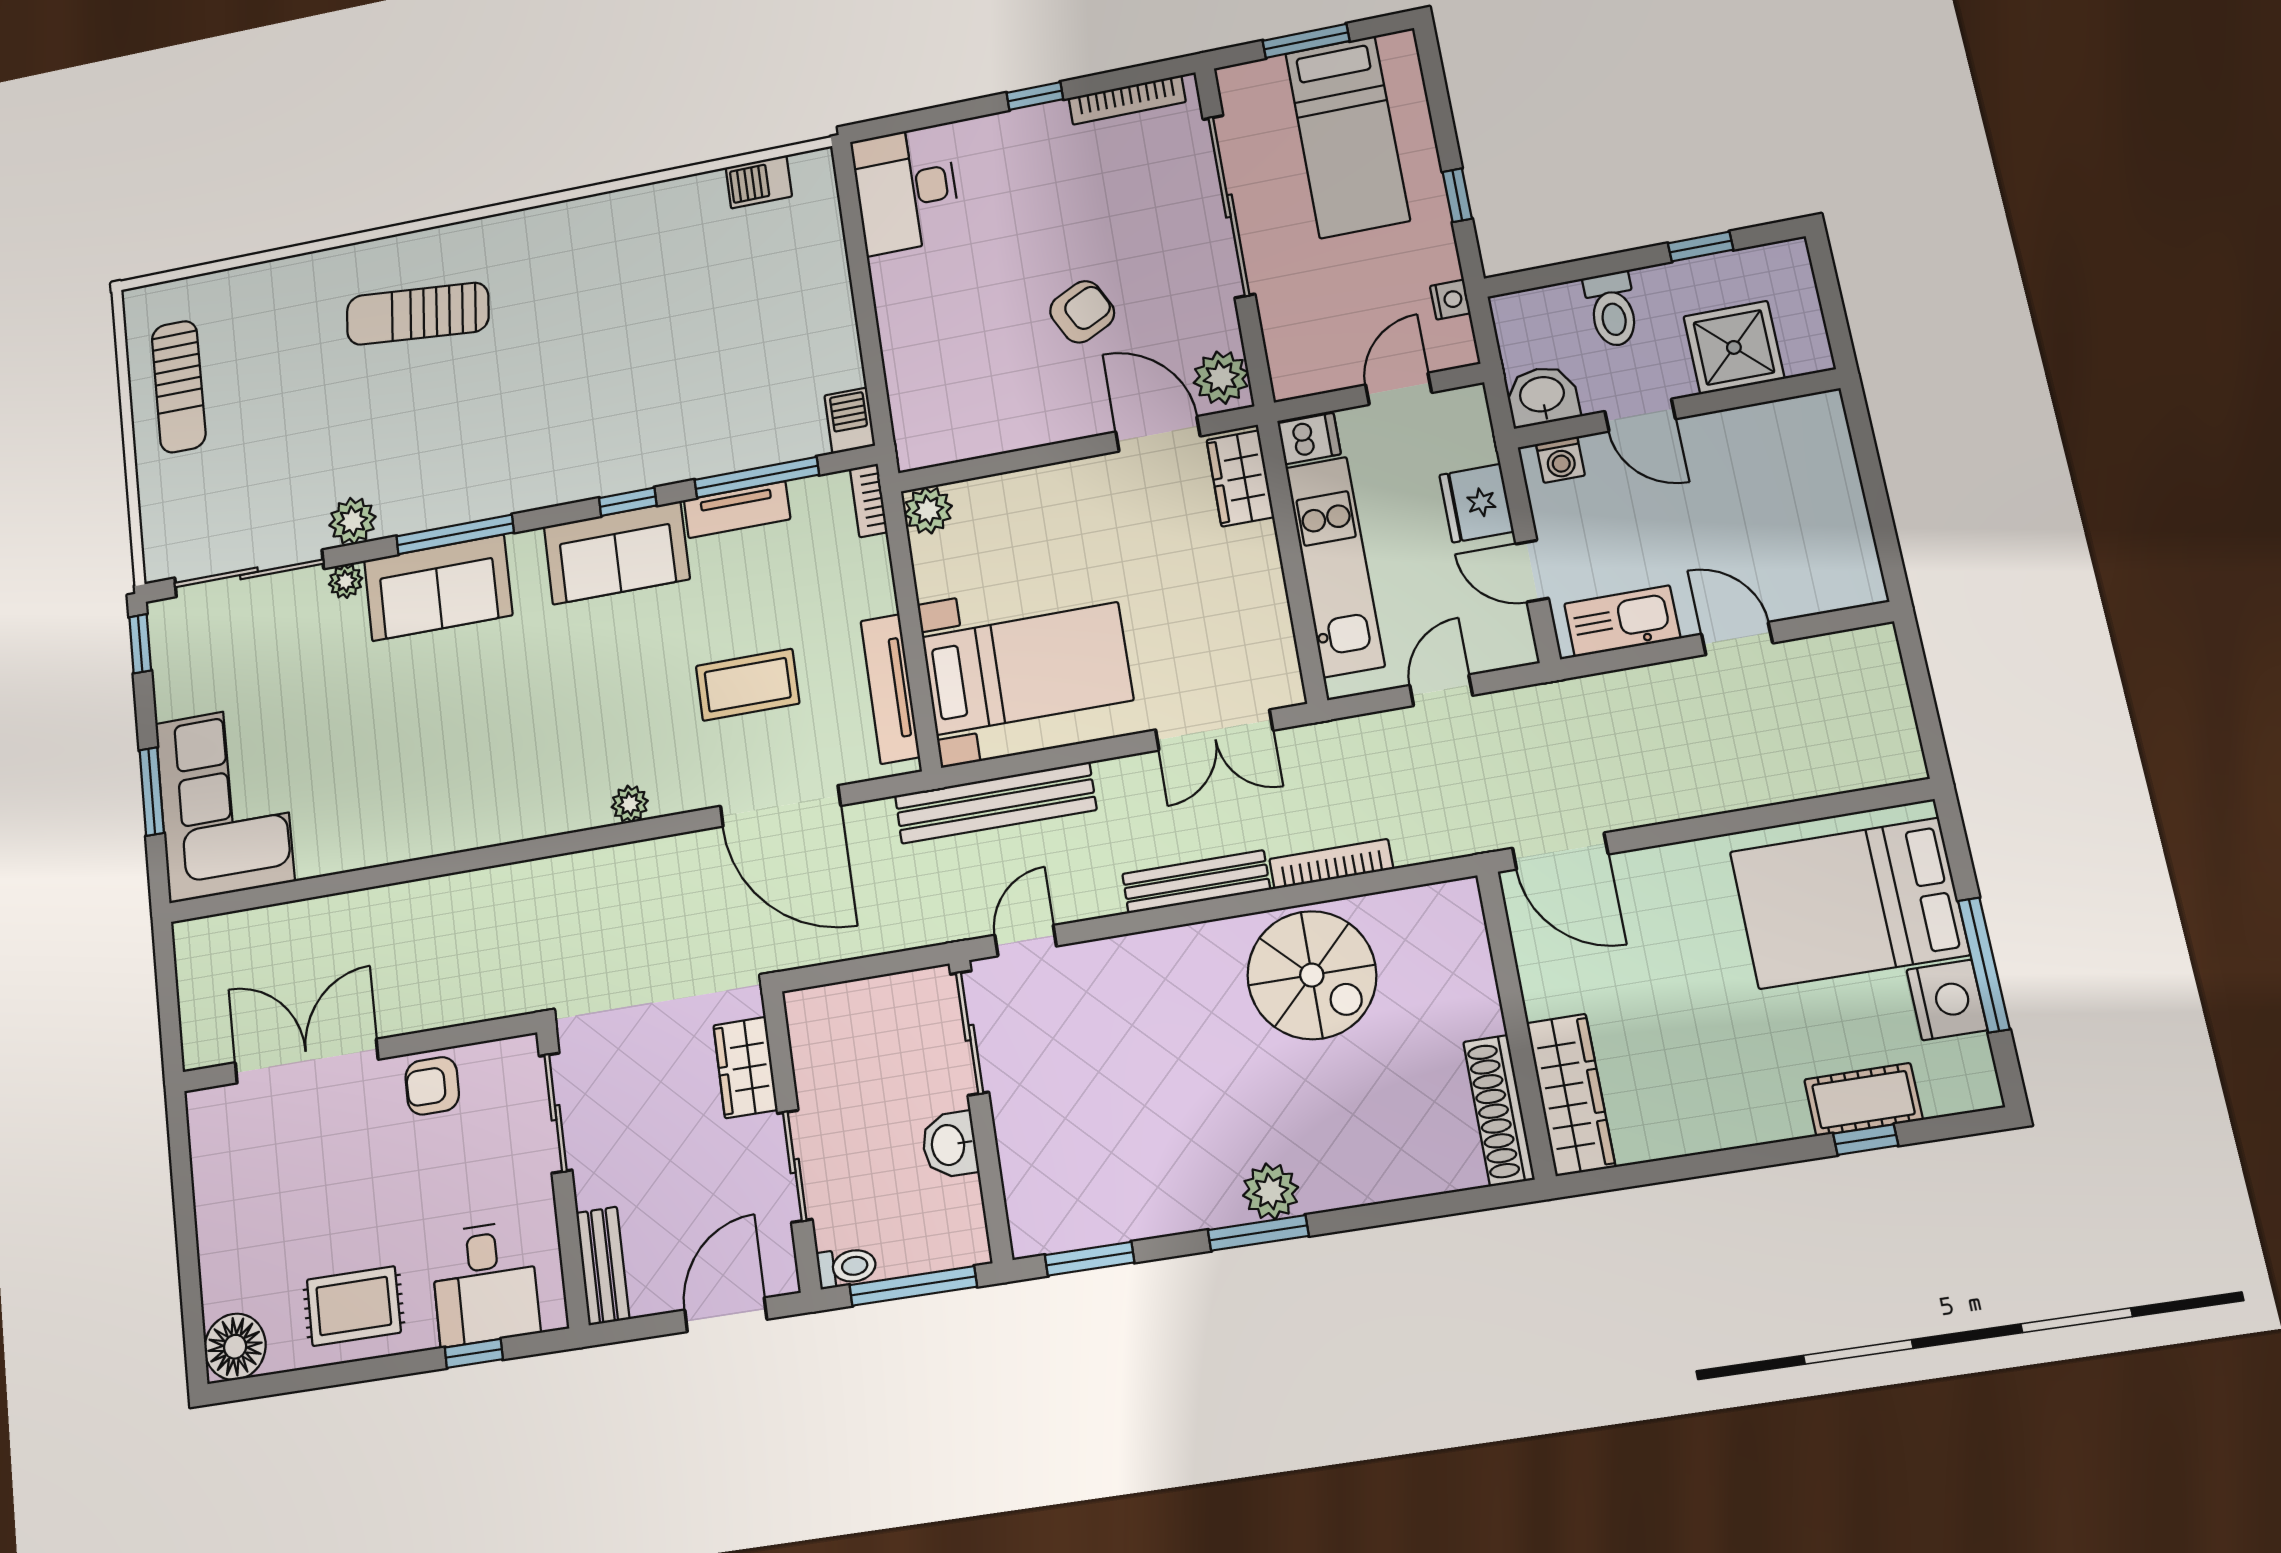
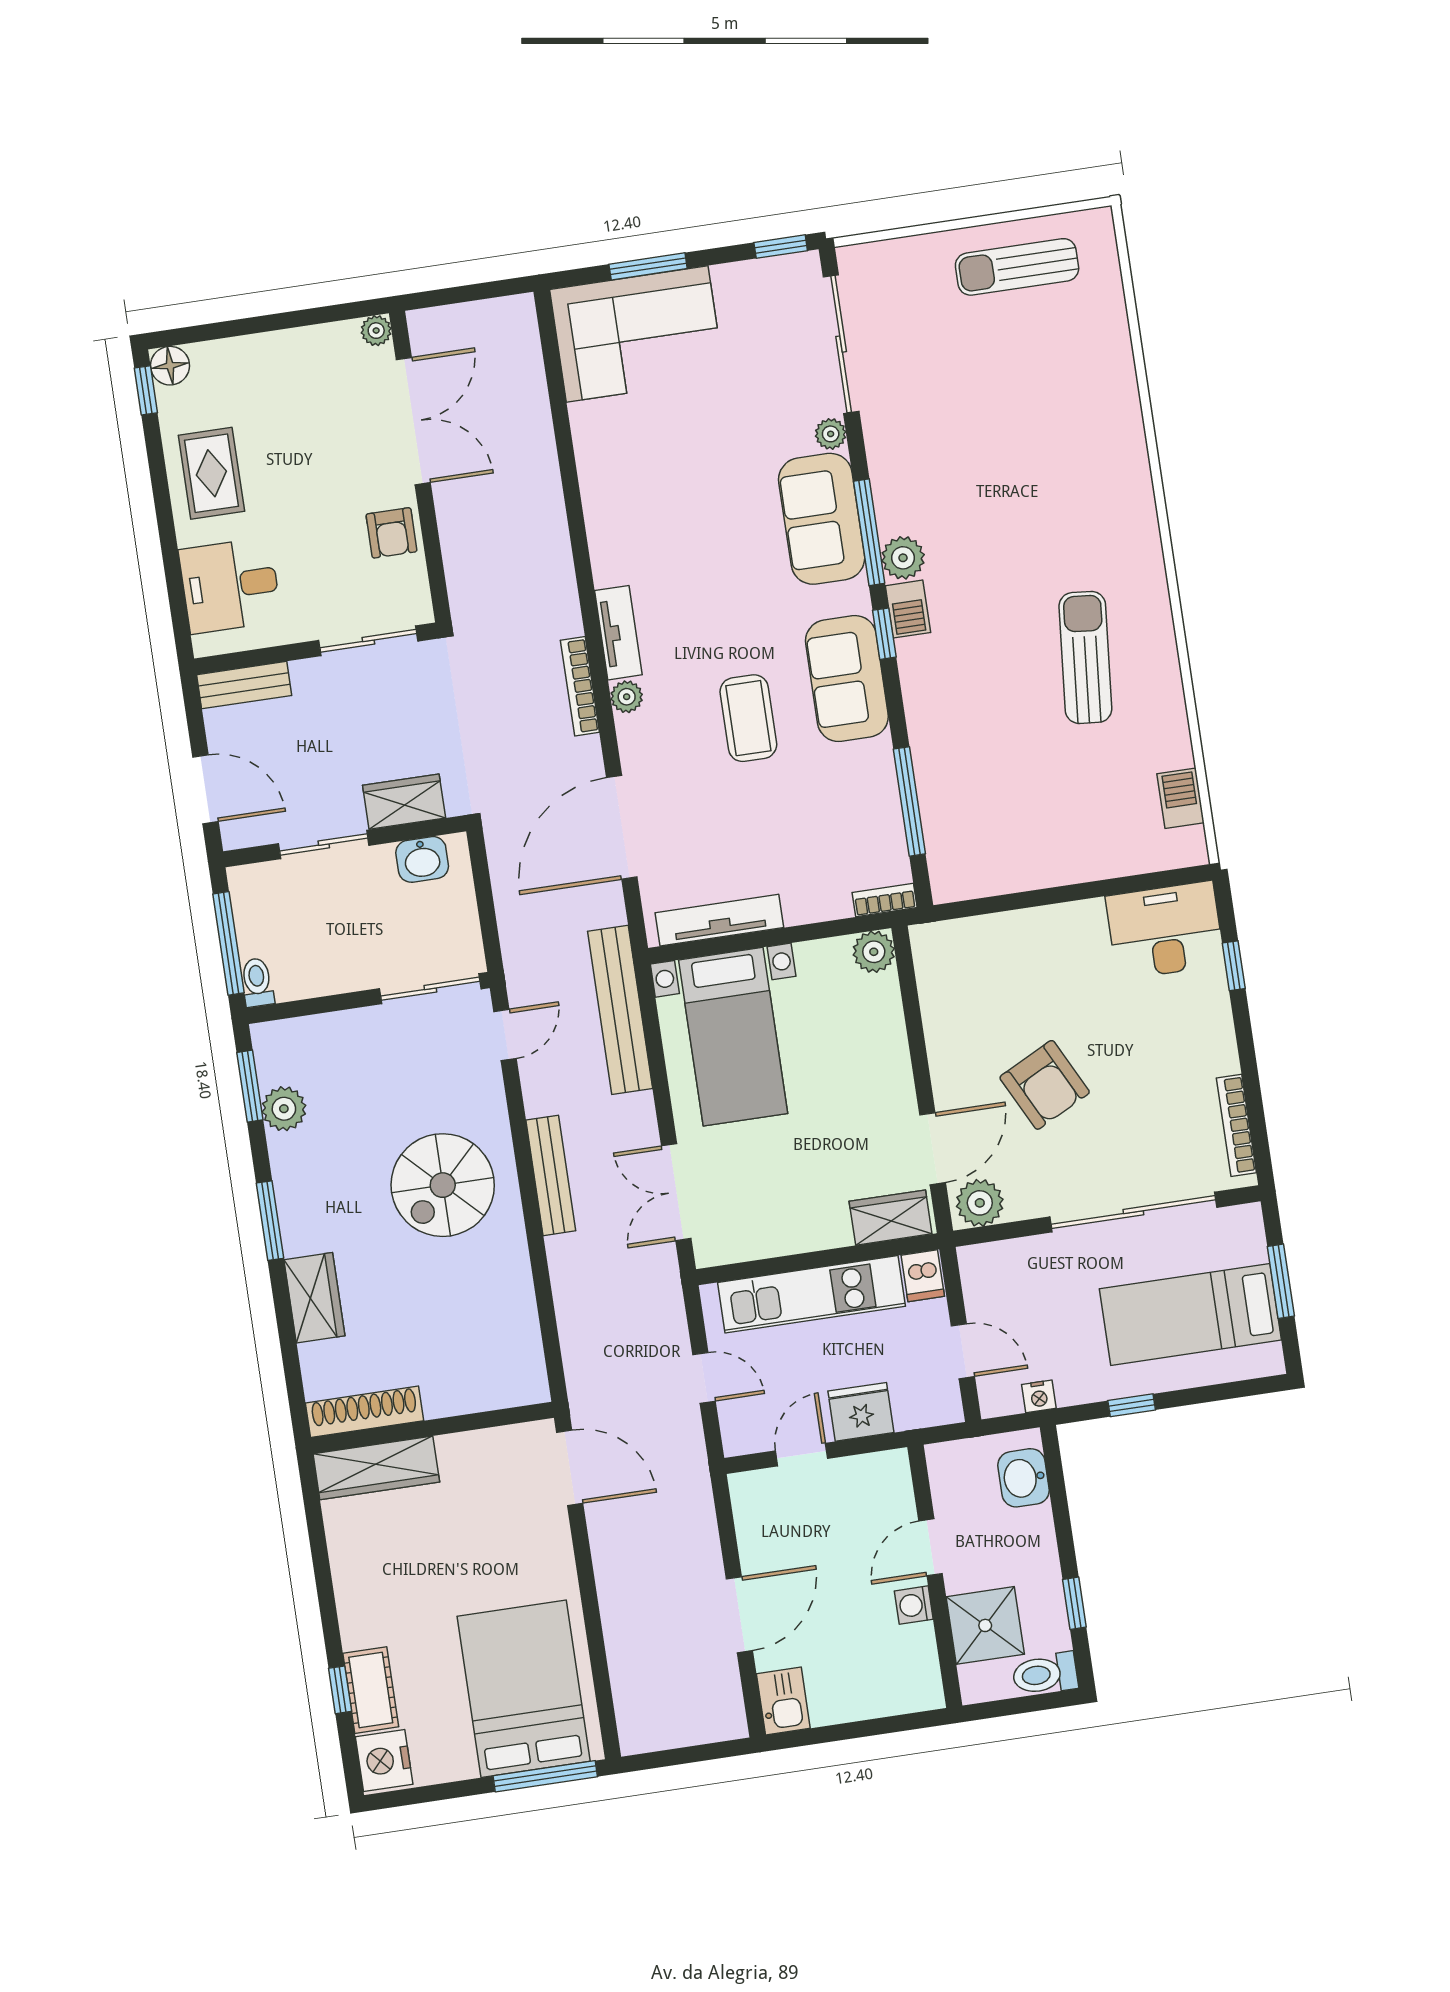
window: (1035, 96) -> (1234, 966), moved
toilet: (1612, 309) -> (1045, 1674), moved
armchair: (1082, 312) -> (1045, 1085), width x1.38, depth x1.38
sun lounger: (418, 314) -> (1085, 657), moved
washbasin: (1542, 396) -> (1023, 1478), moved, turned 180
barbecue: (850, 421) -> (908, 609), moved, turned 90
washing machine: (1560, 460) -> (914, 1605), moved
window: (628, 502) -> (884, 634), moved
tv unit: (737, 510) -> (618, 633), moved, turned 180
plant: (352, 521) -> (903, 558), moved
kitchen sink: (1622, 621) -> (783, 1701), moved, width x0.73
door: (1737, 639) -> (739, 1615), width x1.38
coffee table: (748, 685) -> (748, 718), moved
door: (1560, 851) -> (570, 1468), swing flipped
bookcase: (1331, 864) -> (580, 686), moved, turned 180
door: (1026, 941) -> (505, 1035), hinge flipped
window: (1984, 965) -> (545, 1776), moved
spiral stairs: (1312, 975) -> (443, 1185), moved
nightstand: (1947, 1000) -> (384, 1761), moved, turned 90
armchair: (432, 1086) -> (391, 533), turned 180
plant: (203, 1106) -> (376, 331), added
washbasin: (950, 1145) -> (422, 859), moved, turned 180
wardrobe: (1355, 1175) -> (314, 1298), added
plant: (1271, 1191) -> (284, 1109), moved
toilet: (847, 1267) -> (257, 982), moved, turned 180
floor lamp: (235, 1347) -> (170, 366), width x0.73, depth x0.73
window: (474, 1353) -> (146, 390), moved

